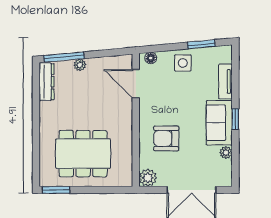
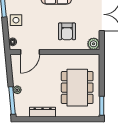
dresser: (47, 82) -> (43, 112), moved

